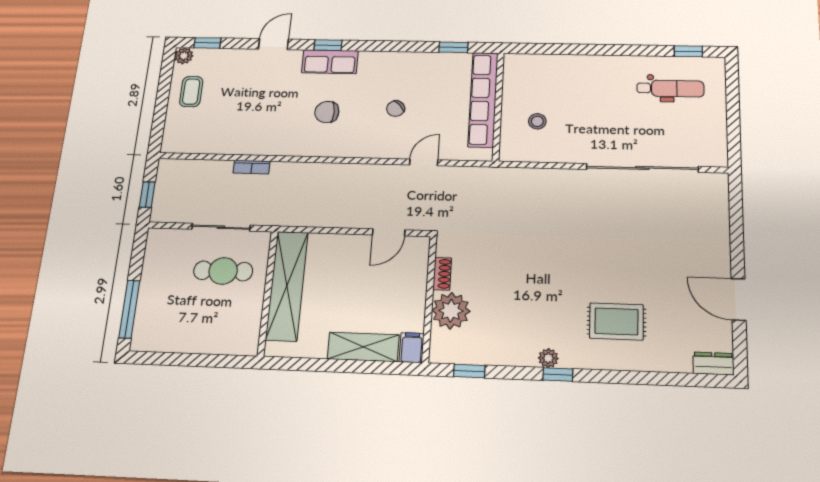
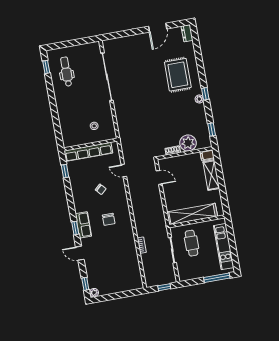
coffee table: (191, 92) -> (111, 284), removed
rug: (616, 321) -> (178, 75), width x1.36, depth x1.43
kitchen unit: (193, 339) -> (224, 247), added

